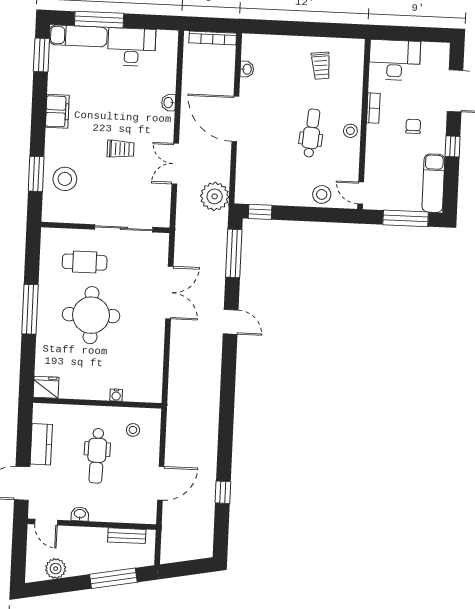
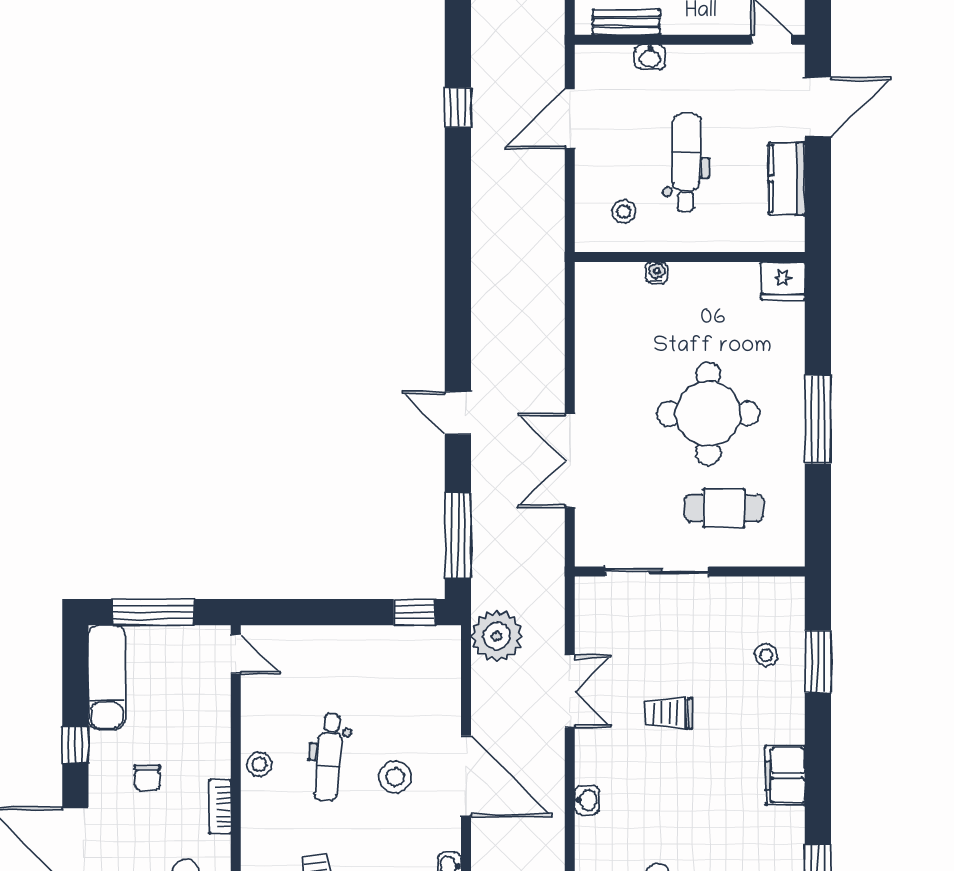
stool: (65, 179) -> (766, 655), width x0.53, depth x0.53
stool: (322, 194) -> (395, 777), moved
washbasin: (80, 514) -> (650, 57), moved

